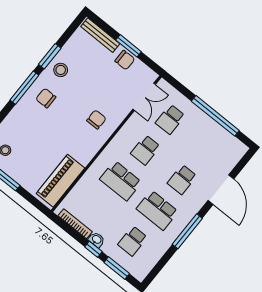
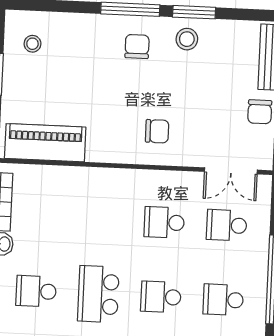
school desk: (121, 181) -> (223, 300), moved, width x0.54

